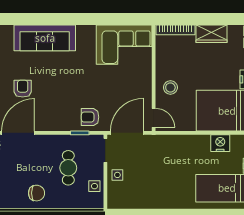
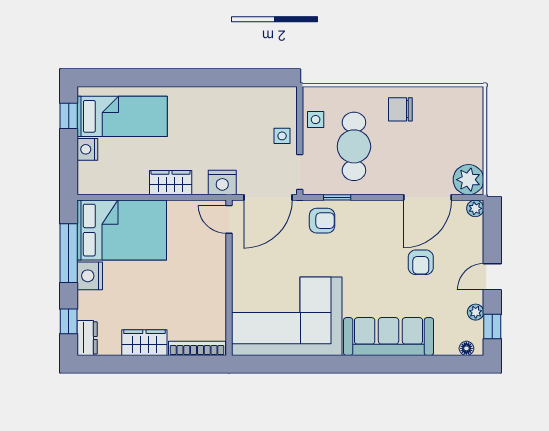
corner sofa: (124, 45) -> (287, 316), width x1.36, depth x1.36
stool: (170, 87) -> (204, 264), removed
wardrobe: (194, 143) -> (171, 183), added
nightstand: (220, 143) -> (222, 182), moved
cafe table: (68, 168) -> (354, 146), width x1.37, depth x1.35

